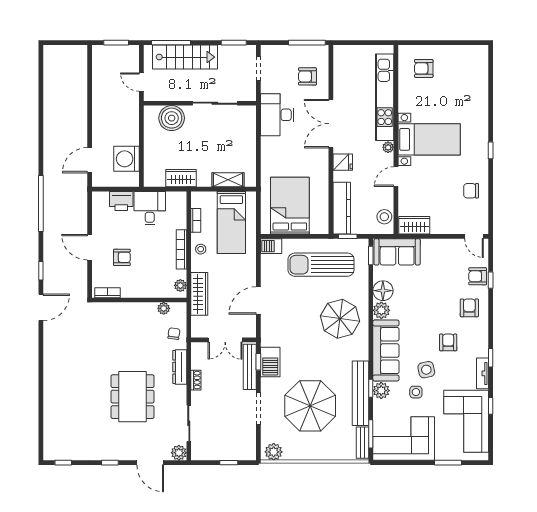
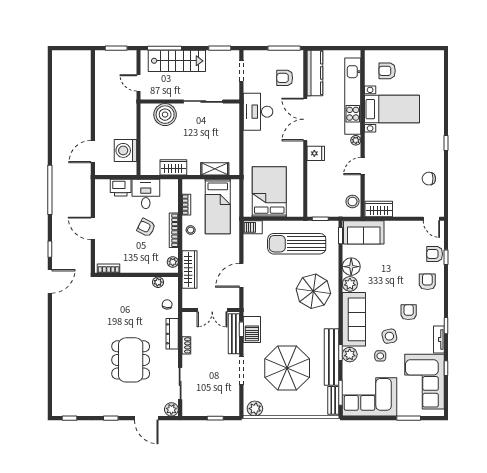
bed with nightstands: (429, 139) -> (392, 109), moved
kitchen counter: (342, 208) -> (315, 73), moved
armchair: (122, 257) -> (146, 228), moved, turned -153

